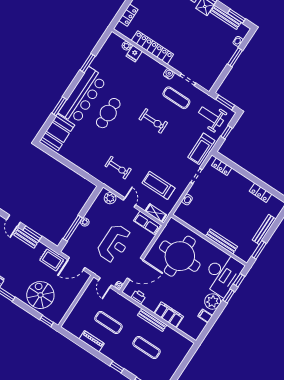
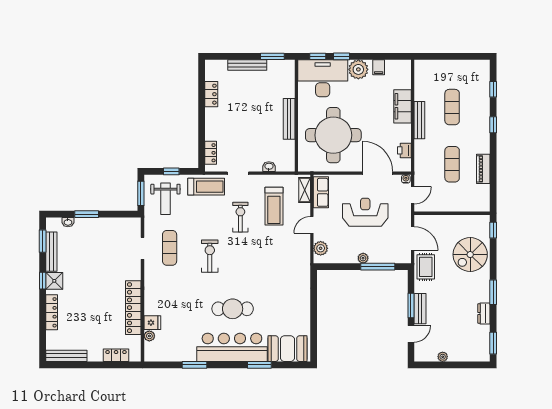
water cooler: (169, 74) -> (150, 272), removed
exercise bike: (118, 168) -> (240, 217), moved
bench: (222, 241) -> (289, 119), moved

